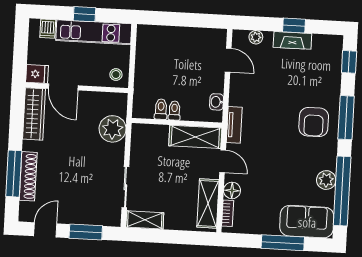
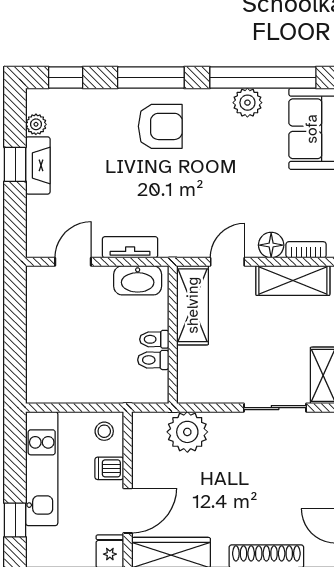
window: (85, 14) -> (15, 520), moved
dishwasher: (48, 29) -> (109, 468), moved, turned 180
plant: (256, 37) -> (36, 124), moved
washbasin: (217, 102) -> (138, 280), width x1.91, depth x1.45
tv unit: (234, 125) -> (130, 247), moved

